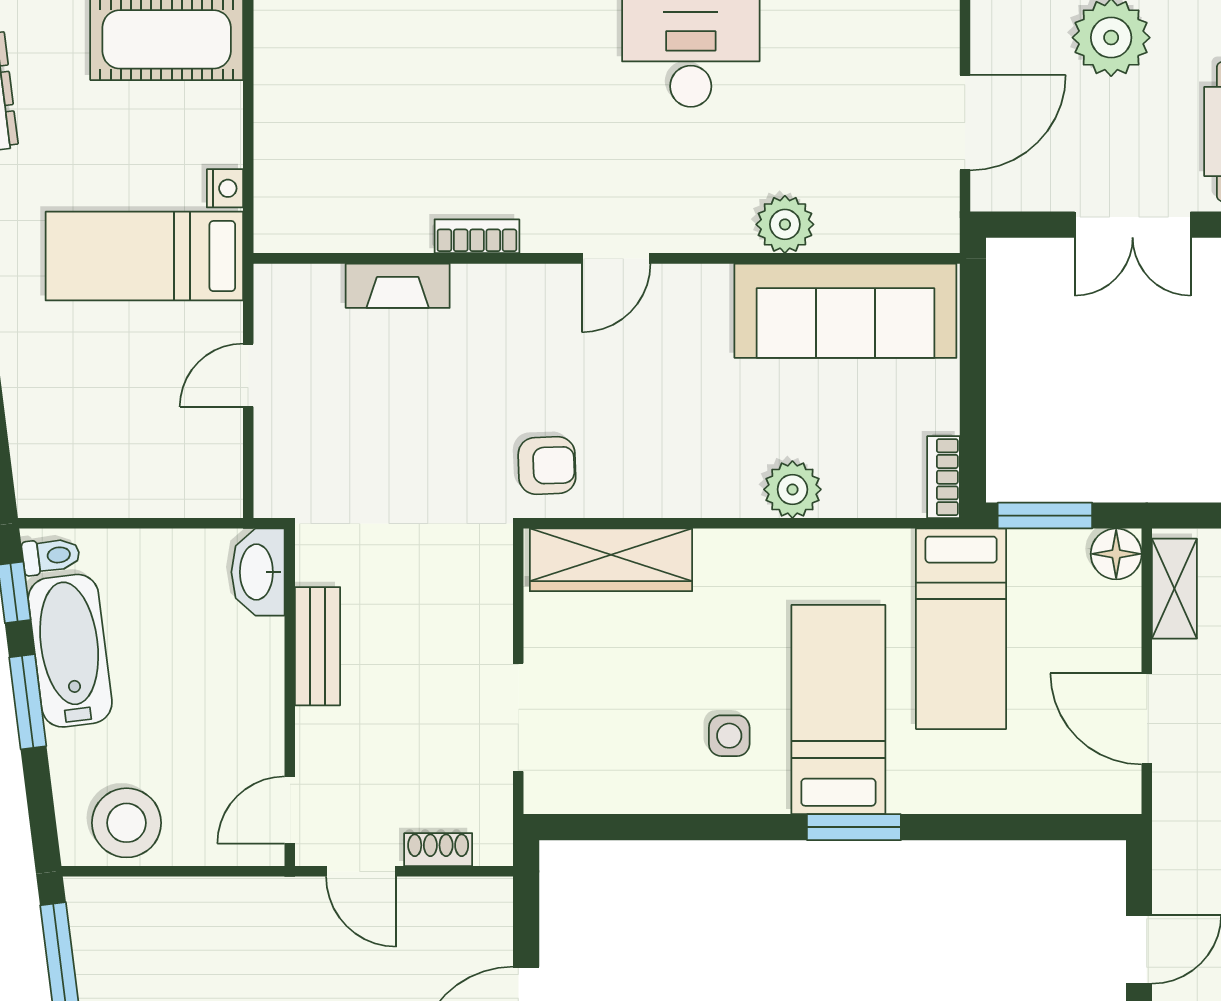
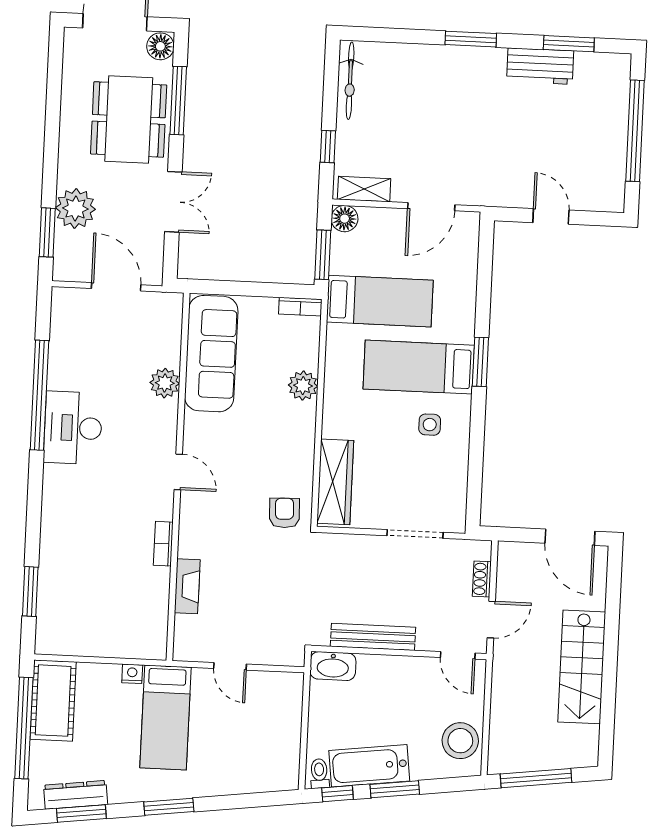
bench: (318, 646) -> (373, 637), width x1.36

